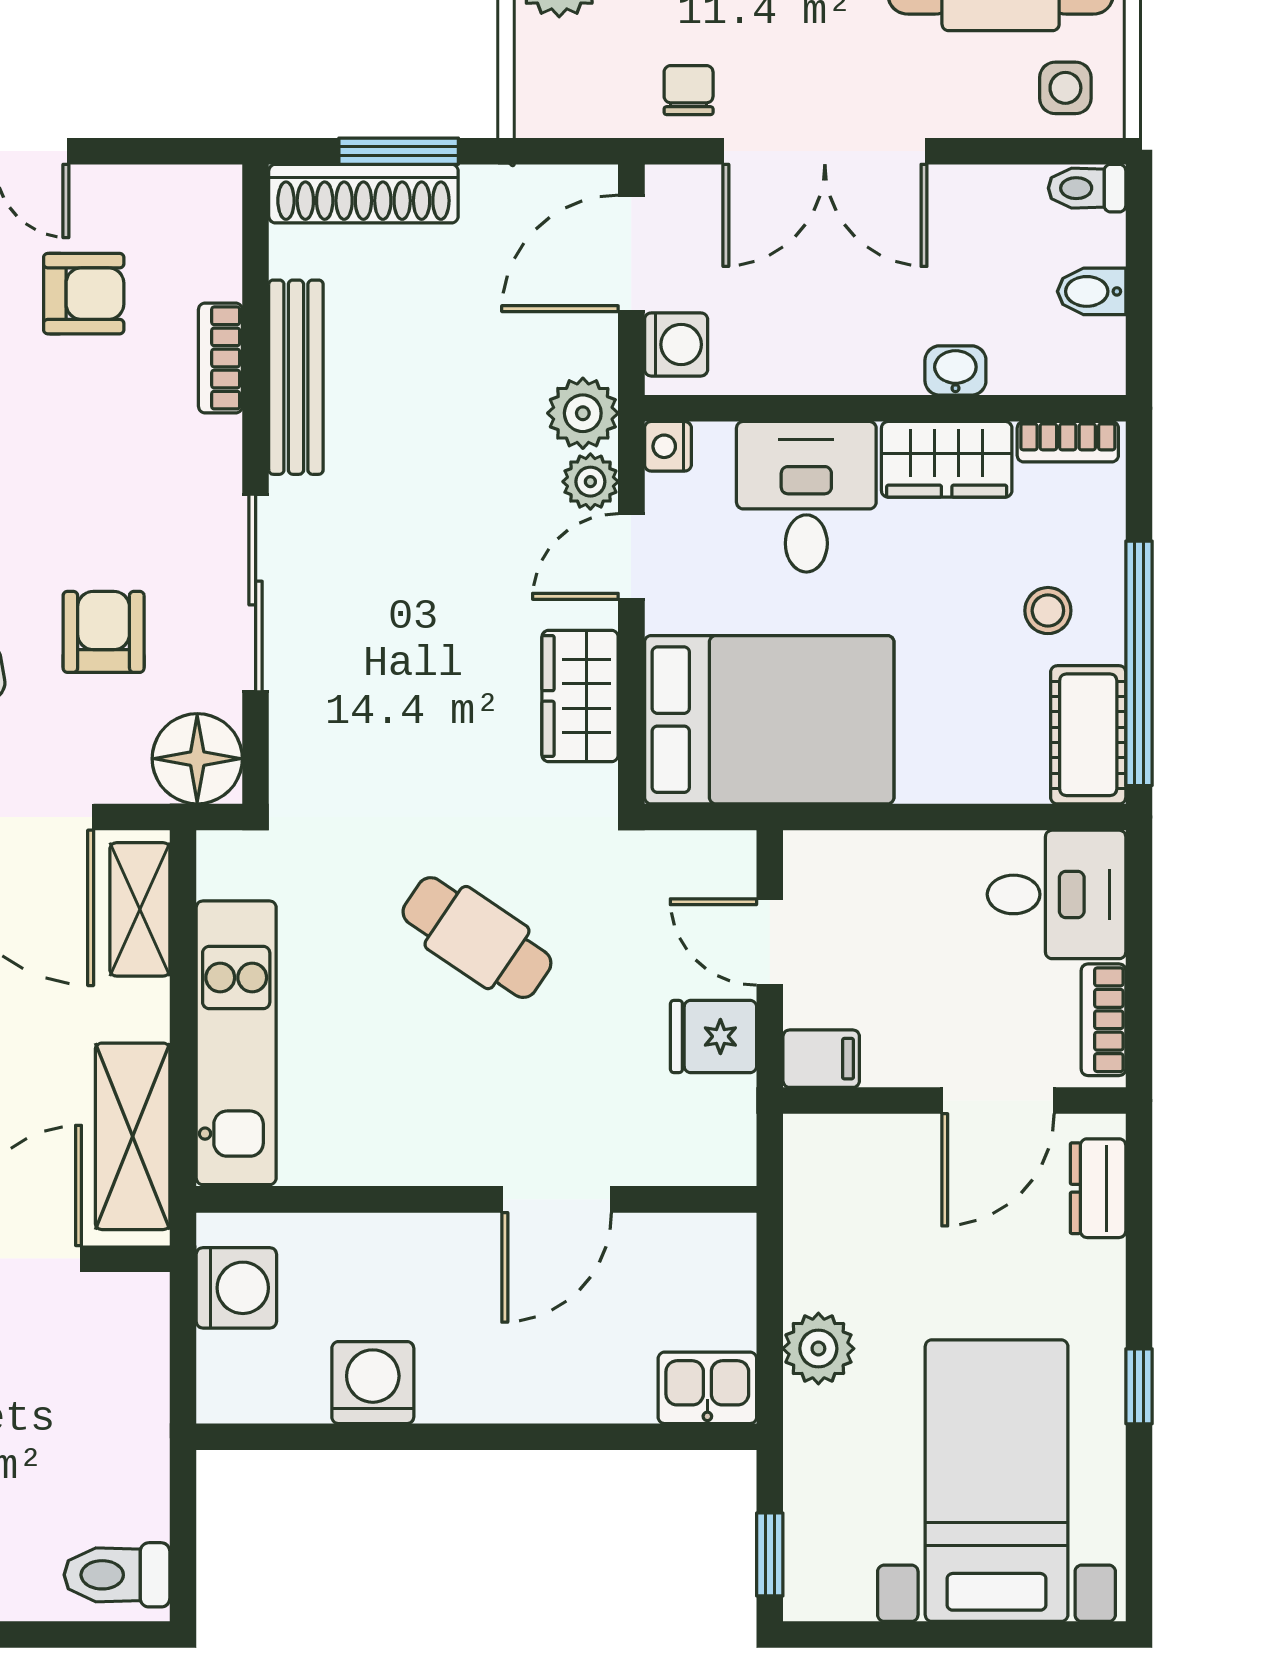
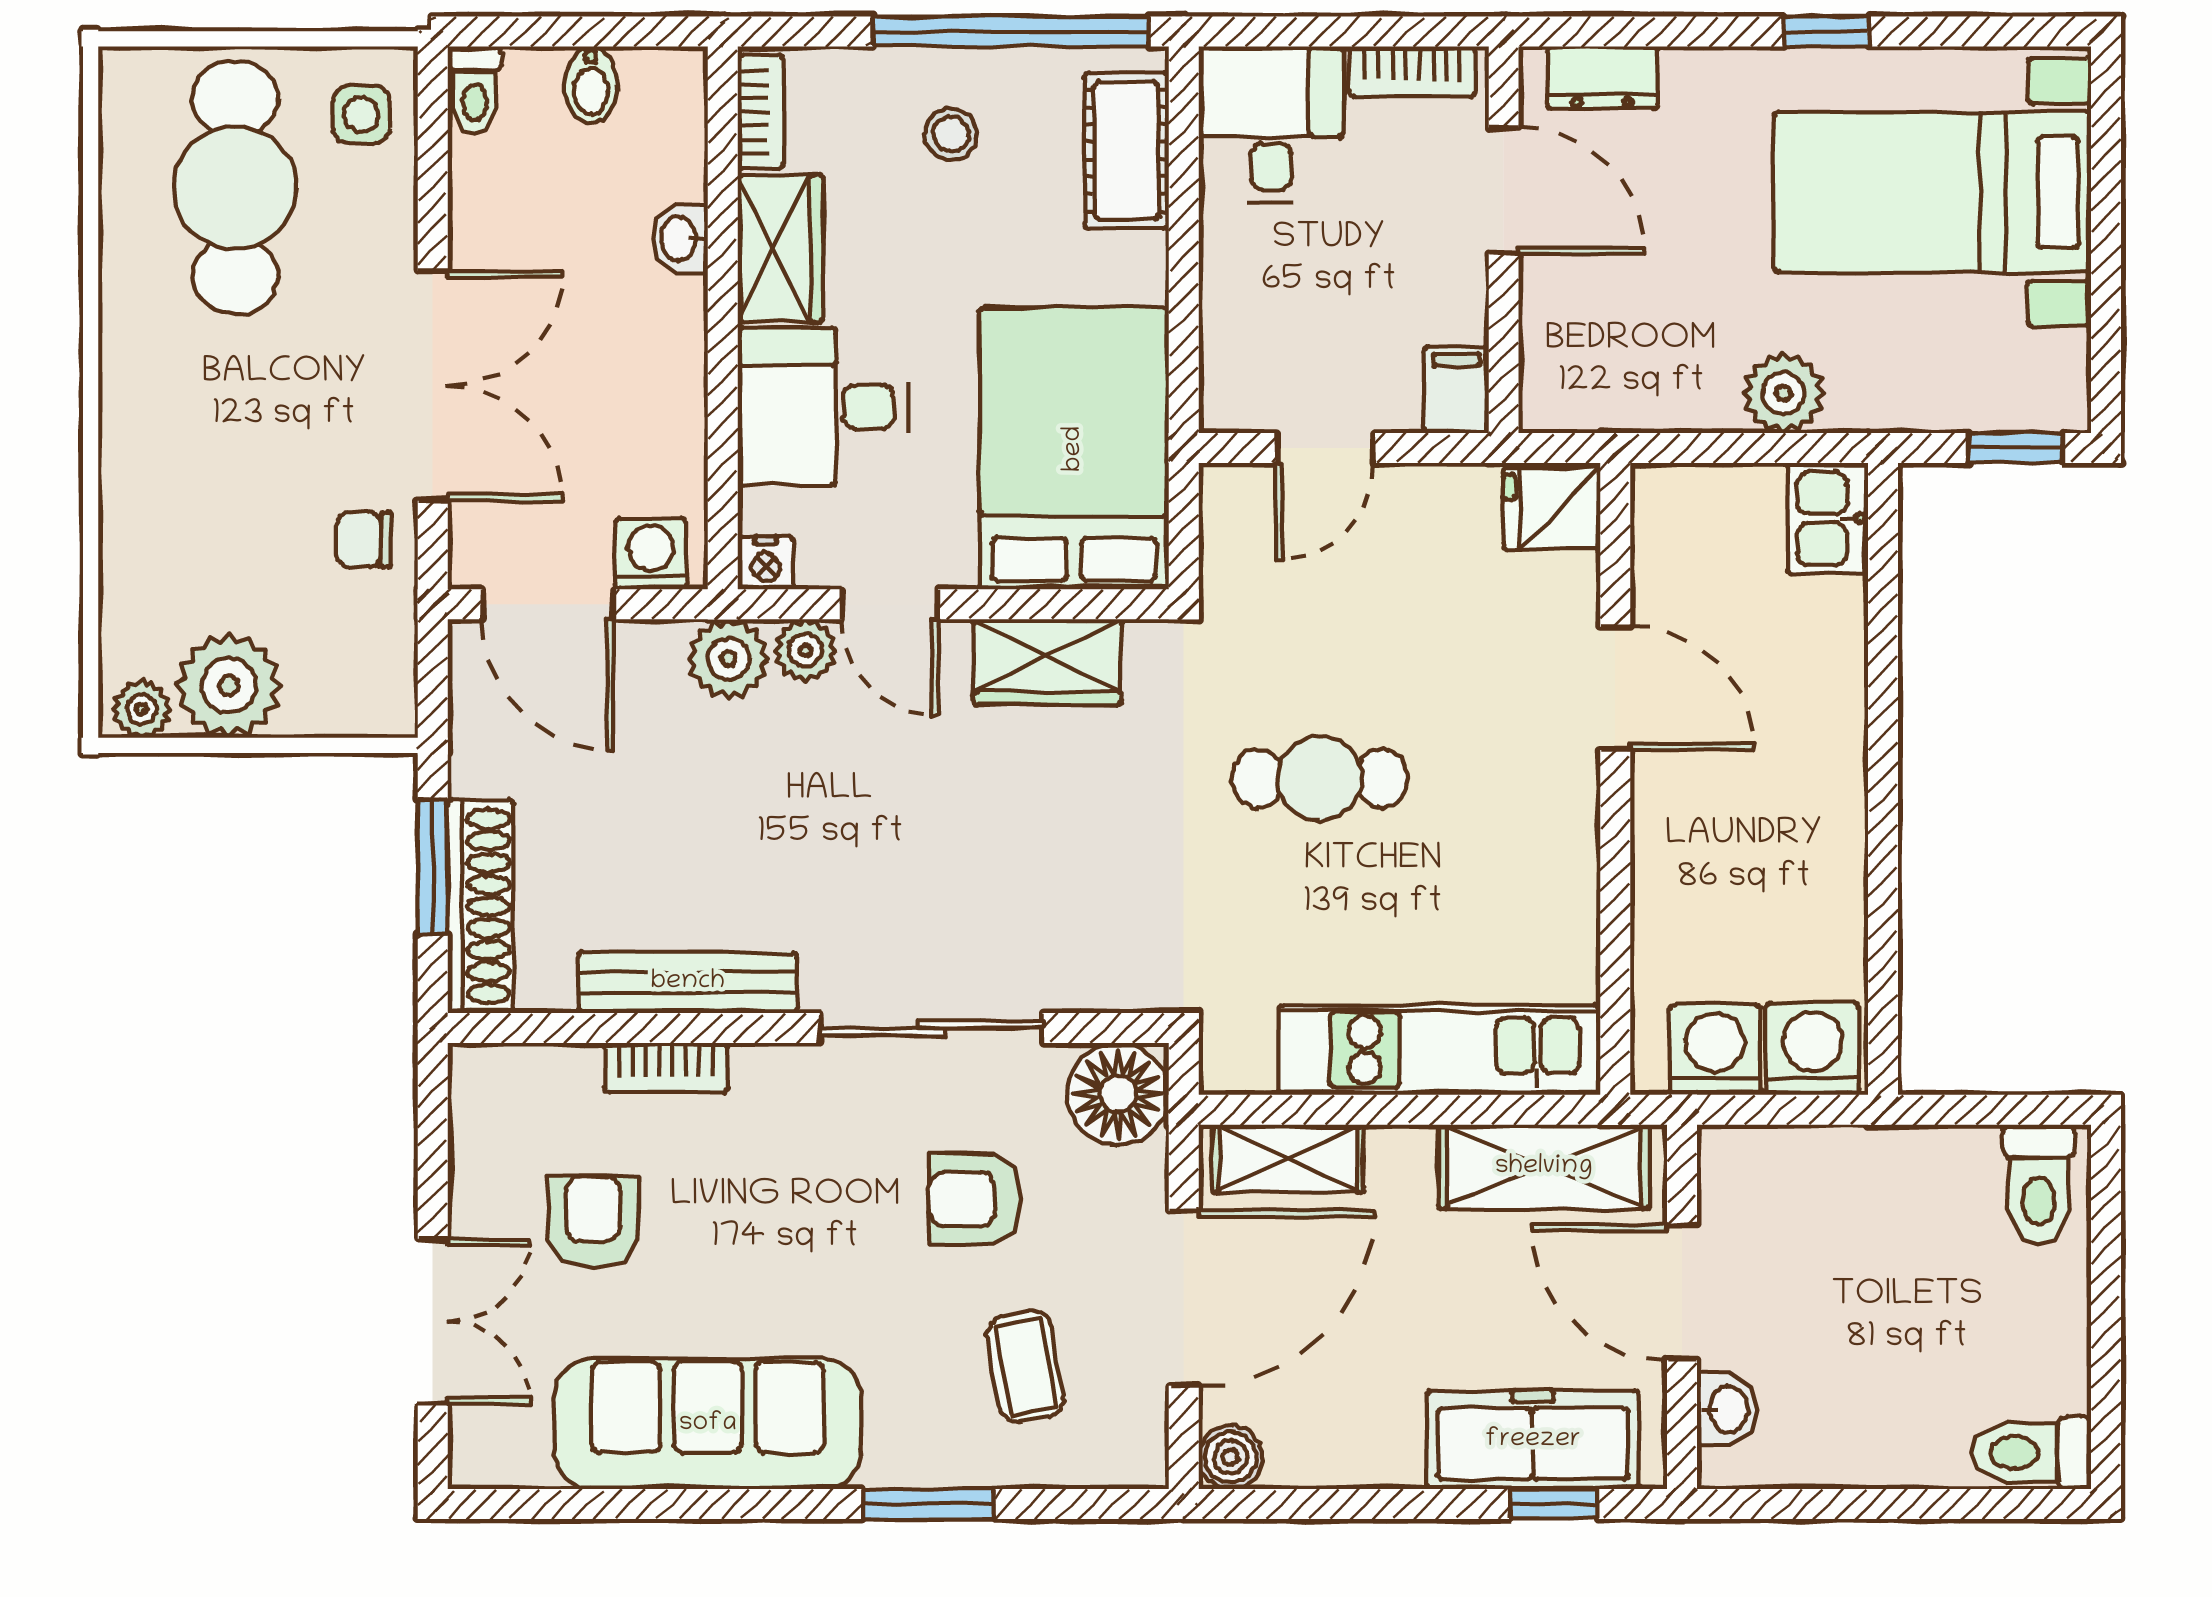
cot: (1088, 735) -> (1127, 150), moved, turned 90
cafe table: (477, 938) -> (1320, 778), turned 56
fridge: (713, 1036) -> (1552, 508), moved, turned 90
washing machine: (373, 1383) -> (1812, 1049), moved, turned 90

